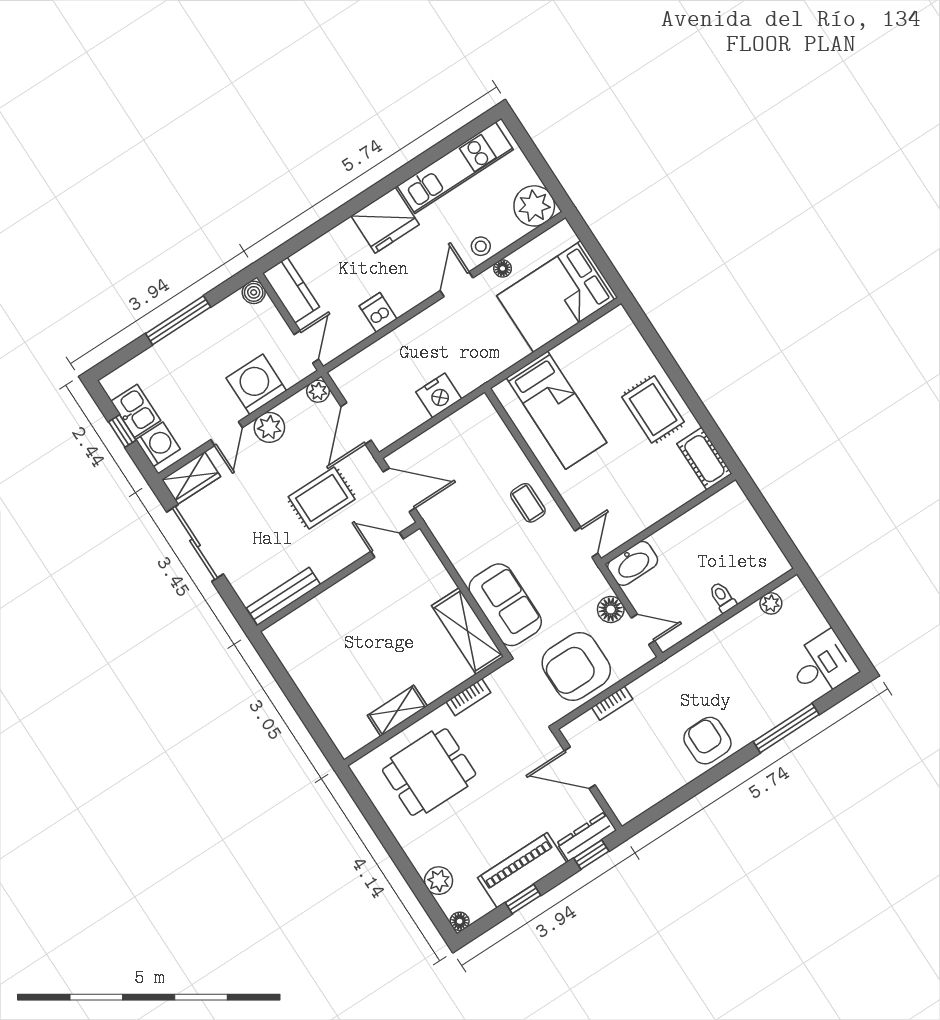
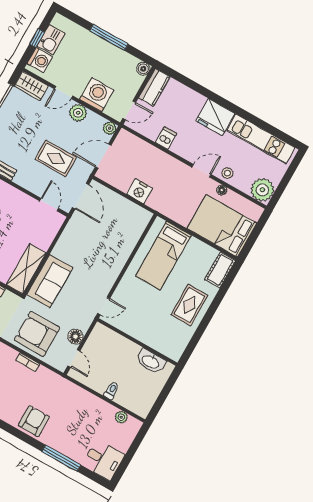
cot: (704, 459) -> (220, 270), moved
coffee table: (528, 503) -> (108, 266), removed
washbasin: (633, 563) -> (151, 361), moved

